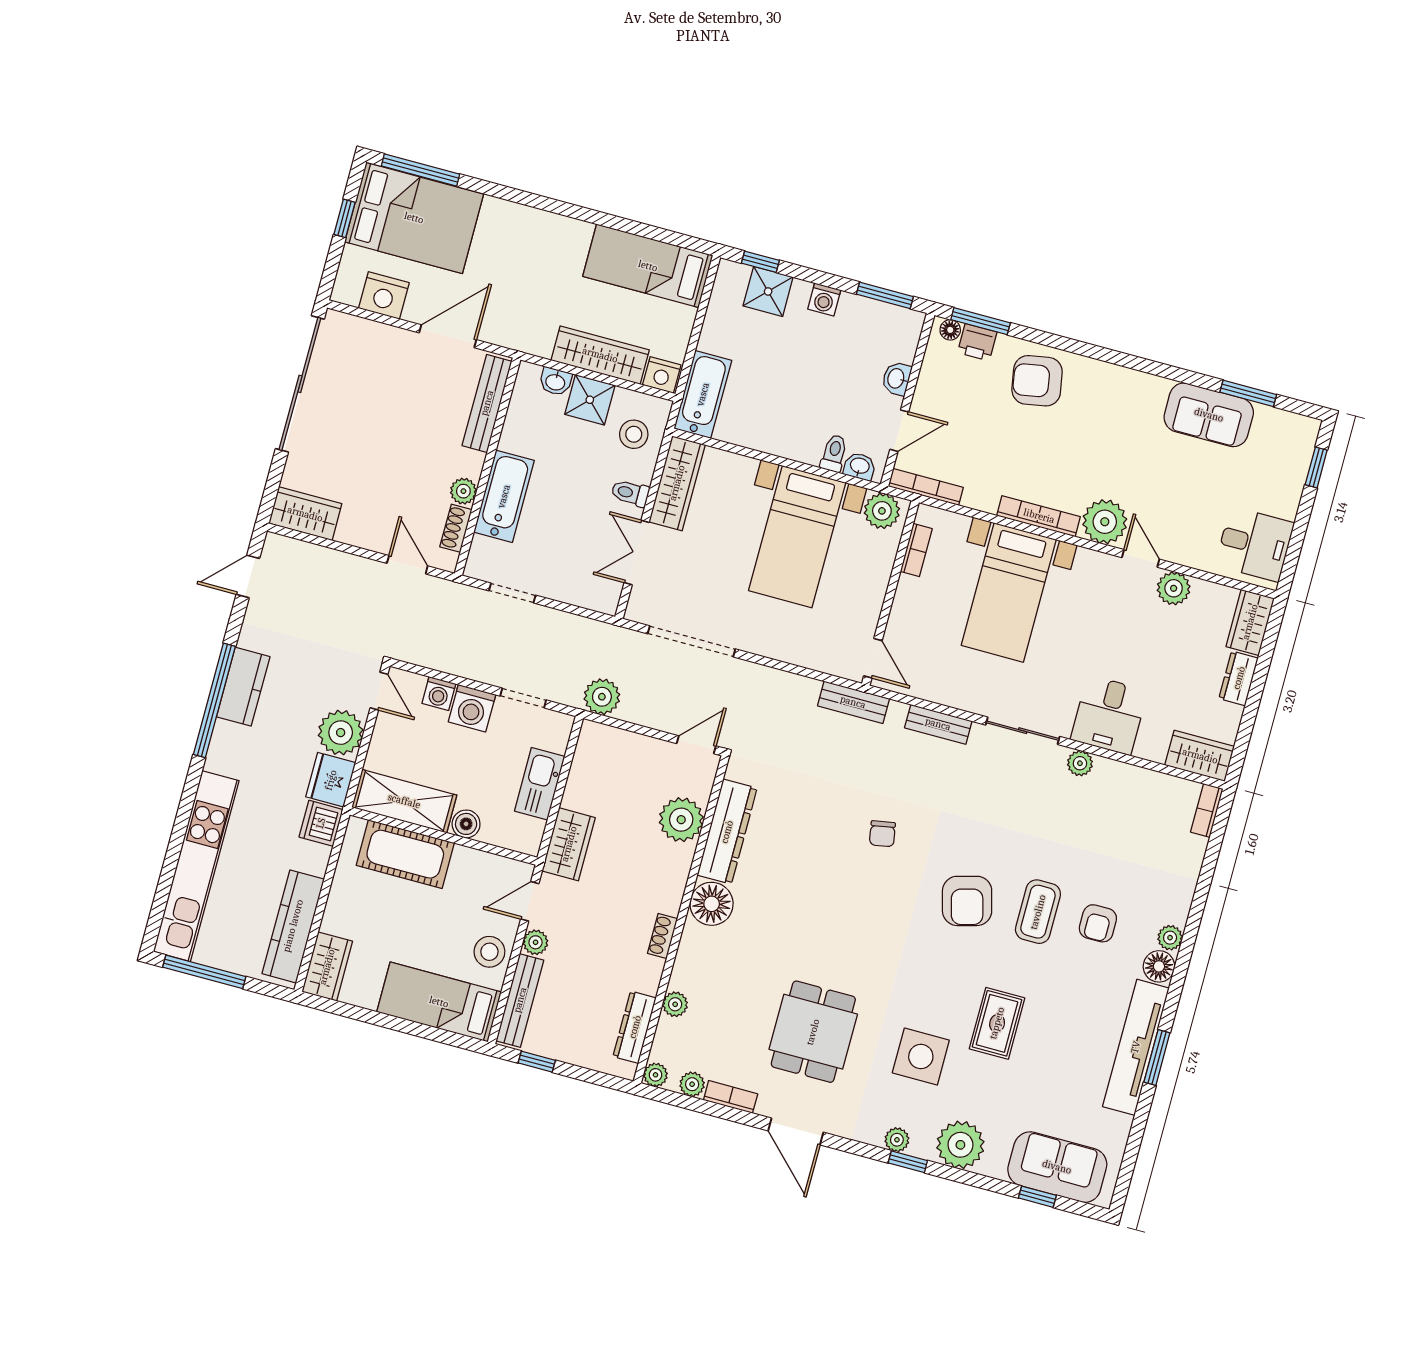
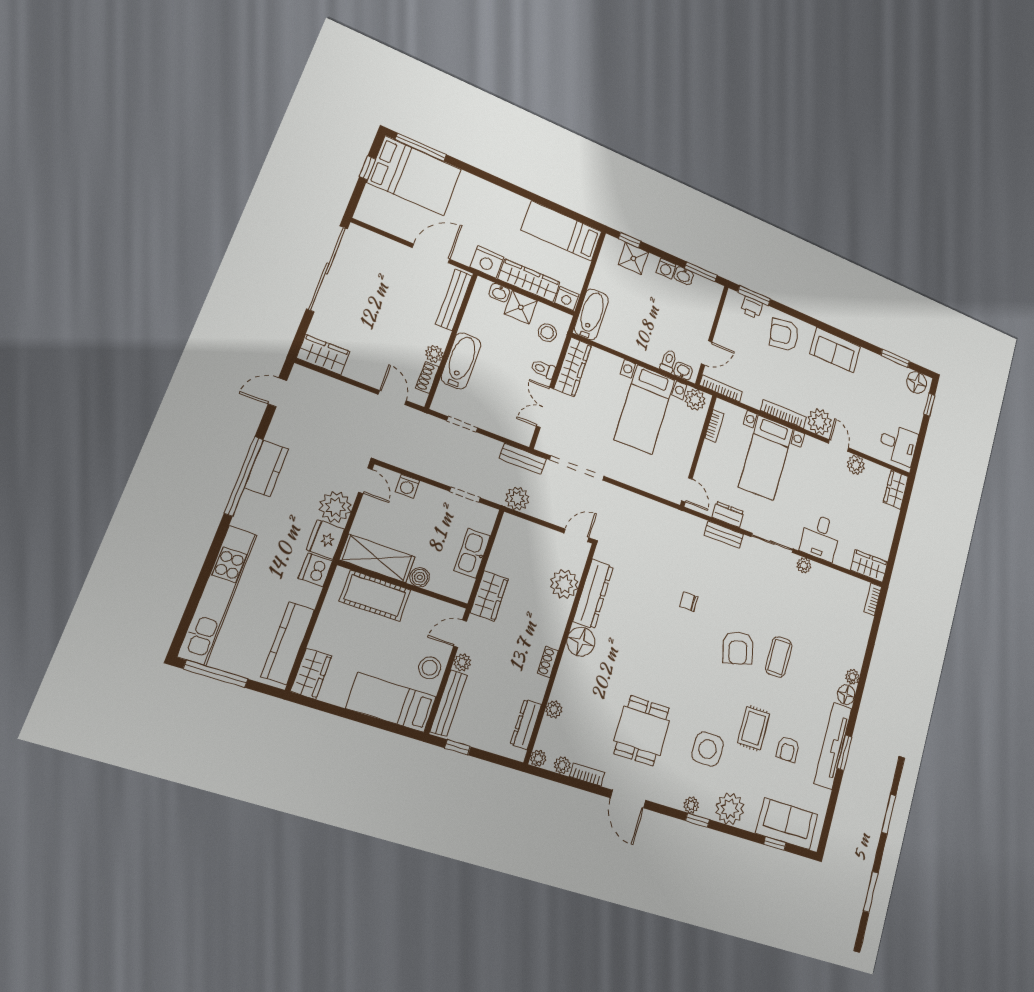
nightstand: (384, 296) -> (487, 262), moved
floor lamp: (950, 330) -> (917, 382), moved, width x1.89, depth x1.89
washbasin: (897, 379) -> (684, 276), moved, turned -90
sofa: (1209, 415) -> (835, 350), moved
dresser: (1239, 678) -> (728, 514), moved, turned 90
bench: (853, 702) -> (523, 459), moved
washing machine: (472, 708) -> (430, 498), removed
chair: (882, 834) -> (689, 602), turned 100
armchair: (1098, 923) -> (788, 749), moved

